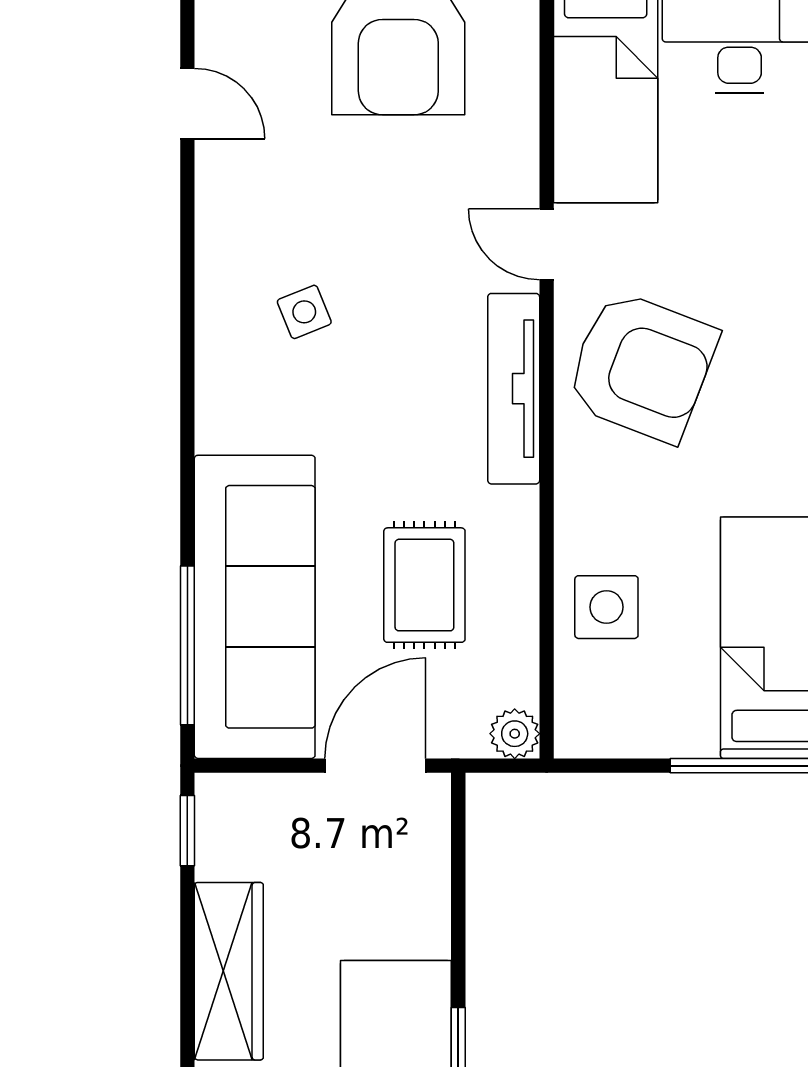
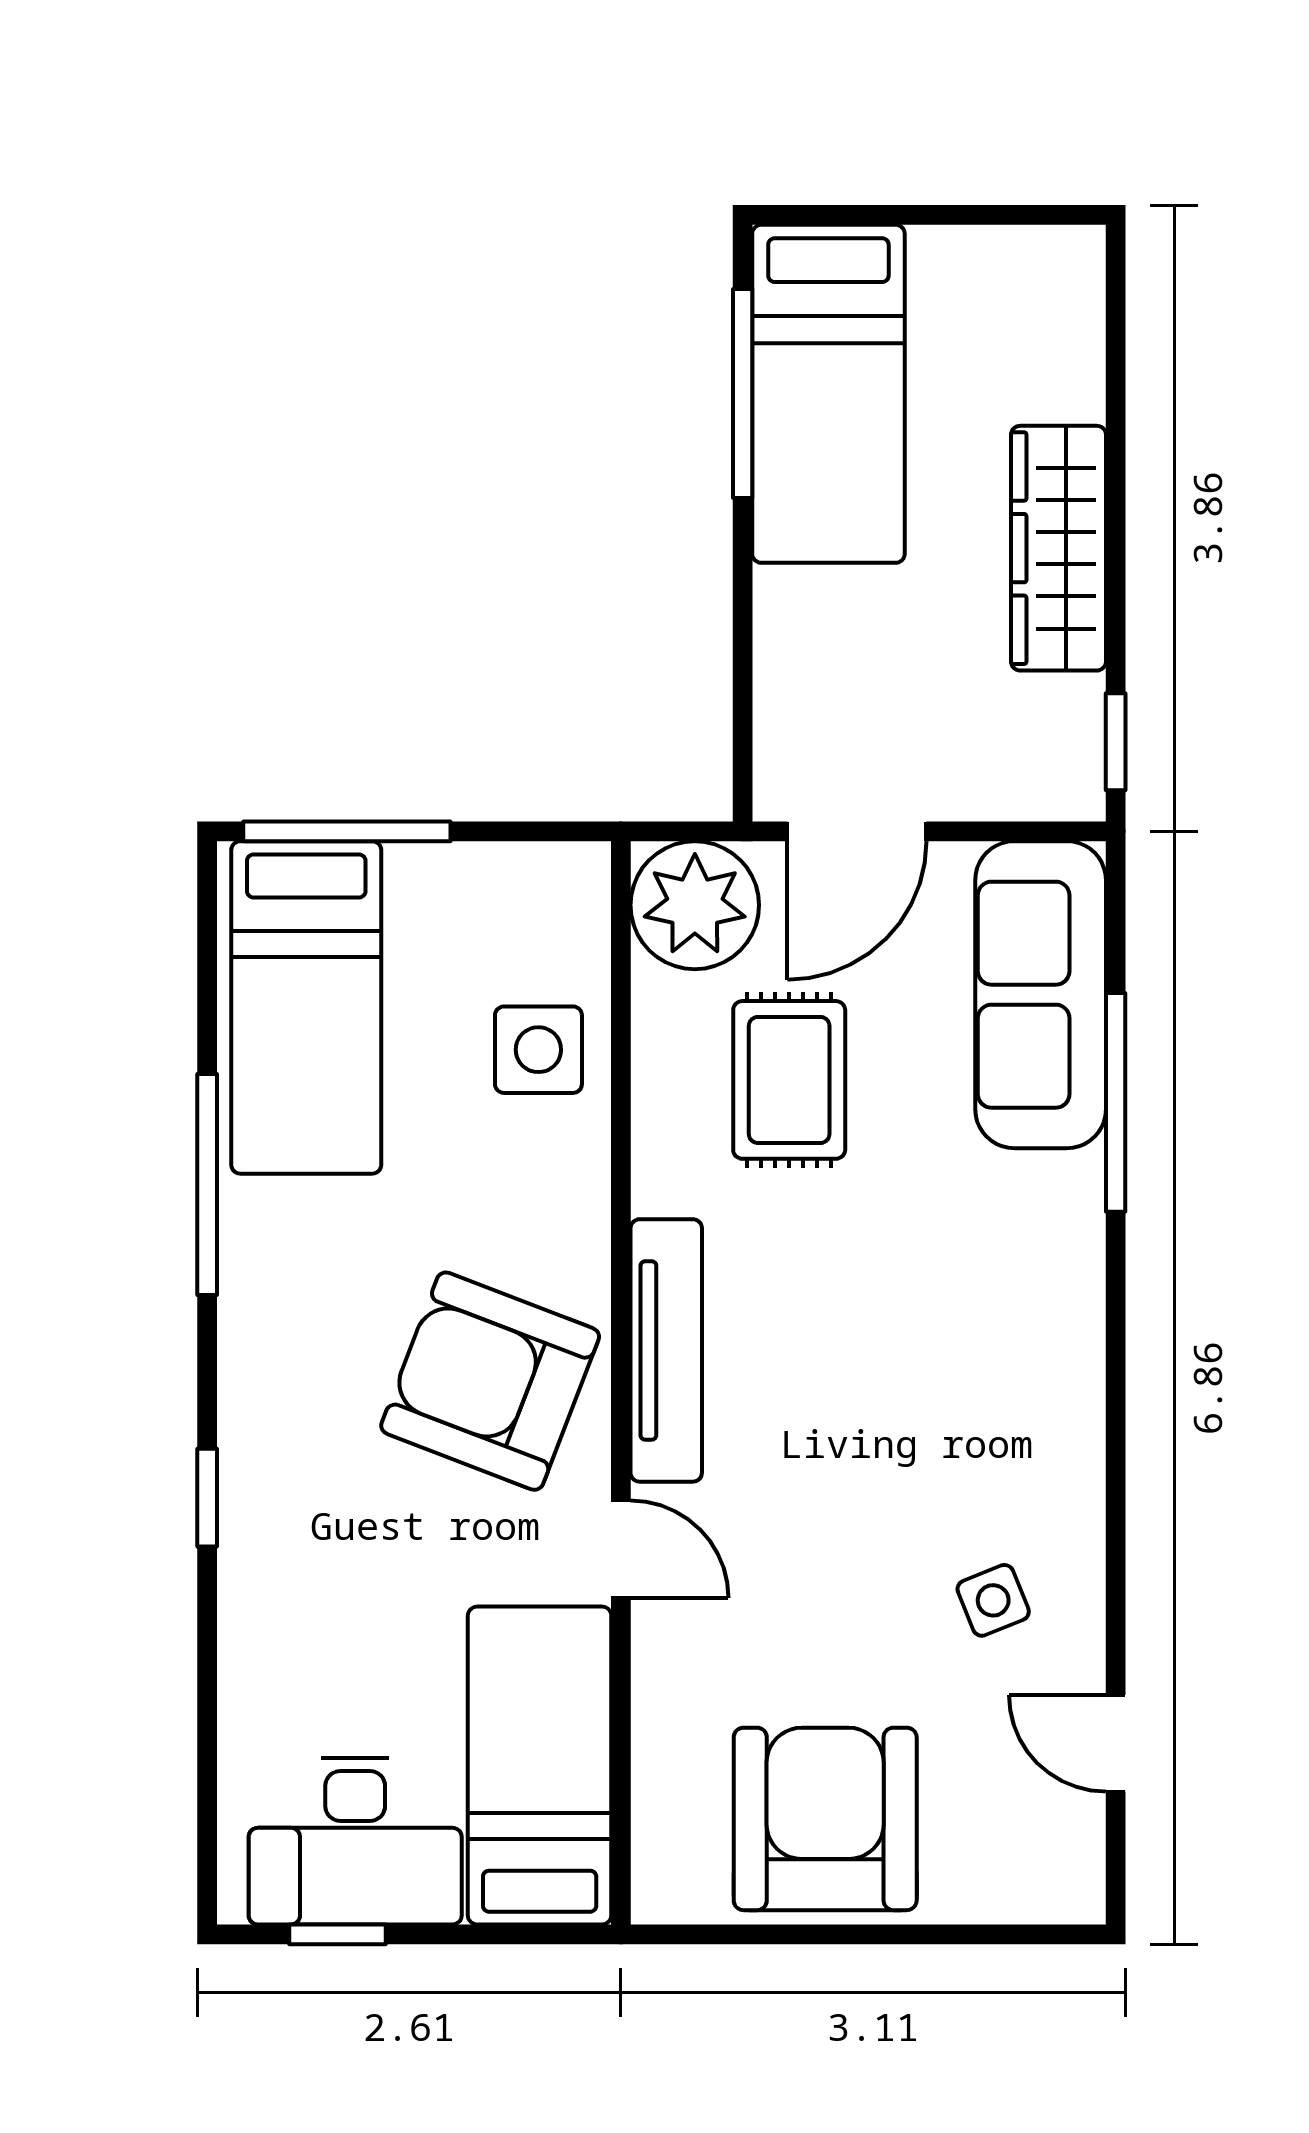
side table: (304, 312) -> (993, 1600), moved
sofa: (255, 607) -> (1041, 995), width x0.74, depth x0.79
window: (187, 645) -> (1116, 1102), moved
plant: (515, 734) -> (695, 905), width x1.88, depth x1.88

